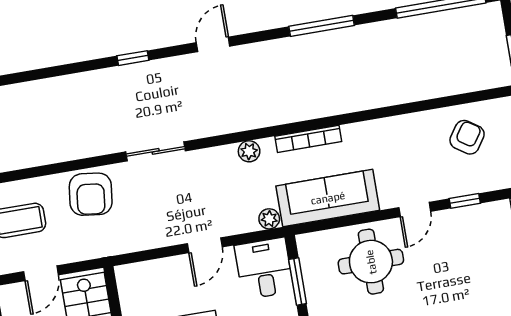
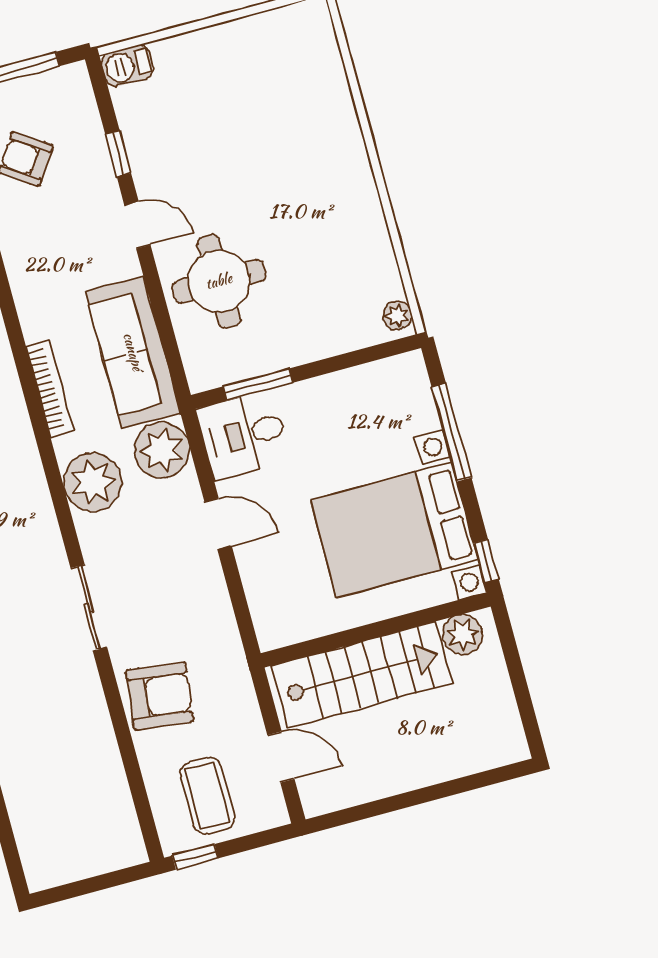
plant: (249, 151) -> (93, 482), width x1.87, depth x1.87
plant: (269, 219) -> (162, 450), width x1.88, depth x1.88

